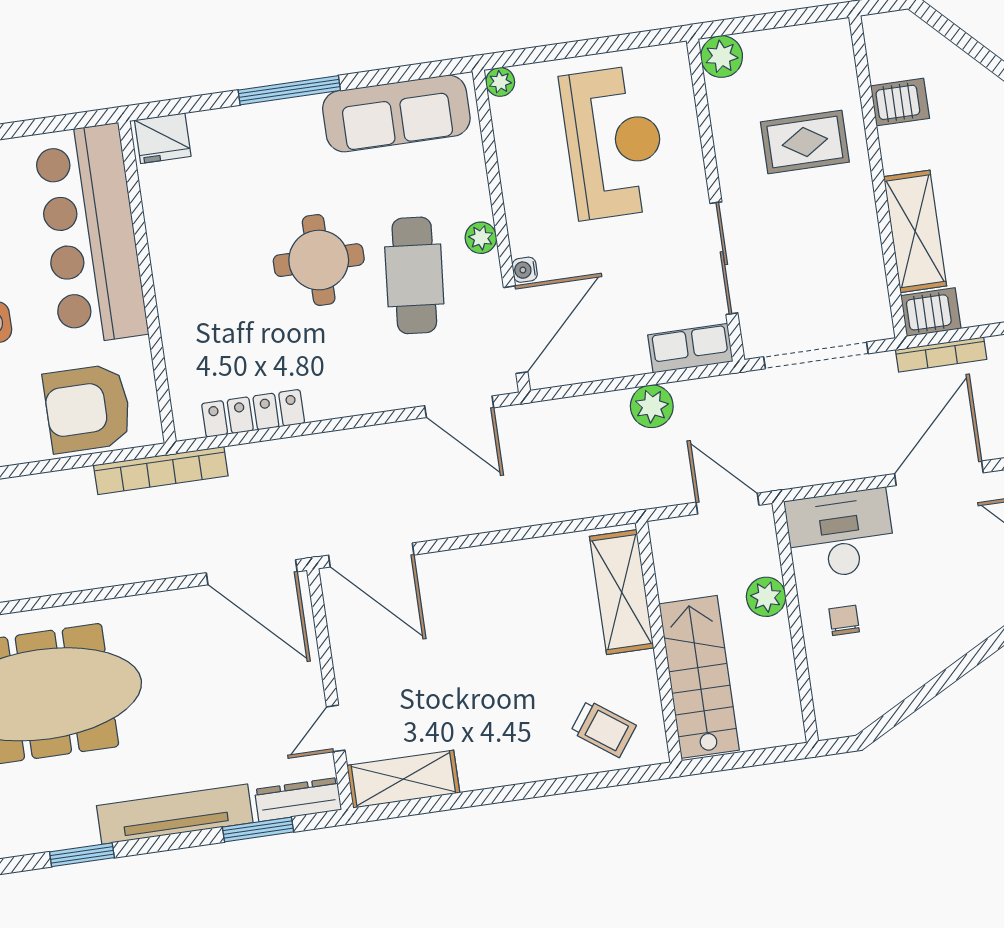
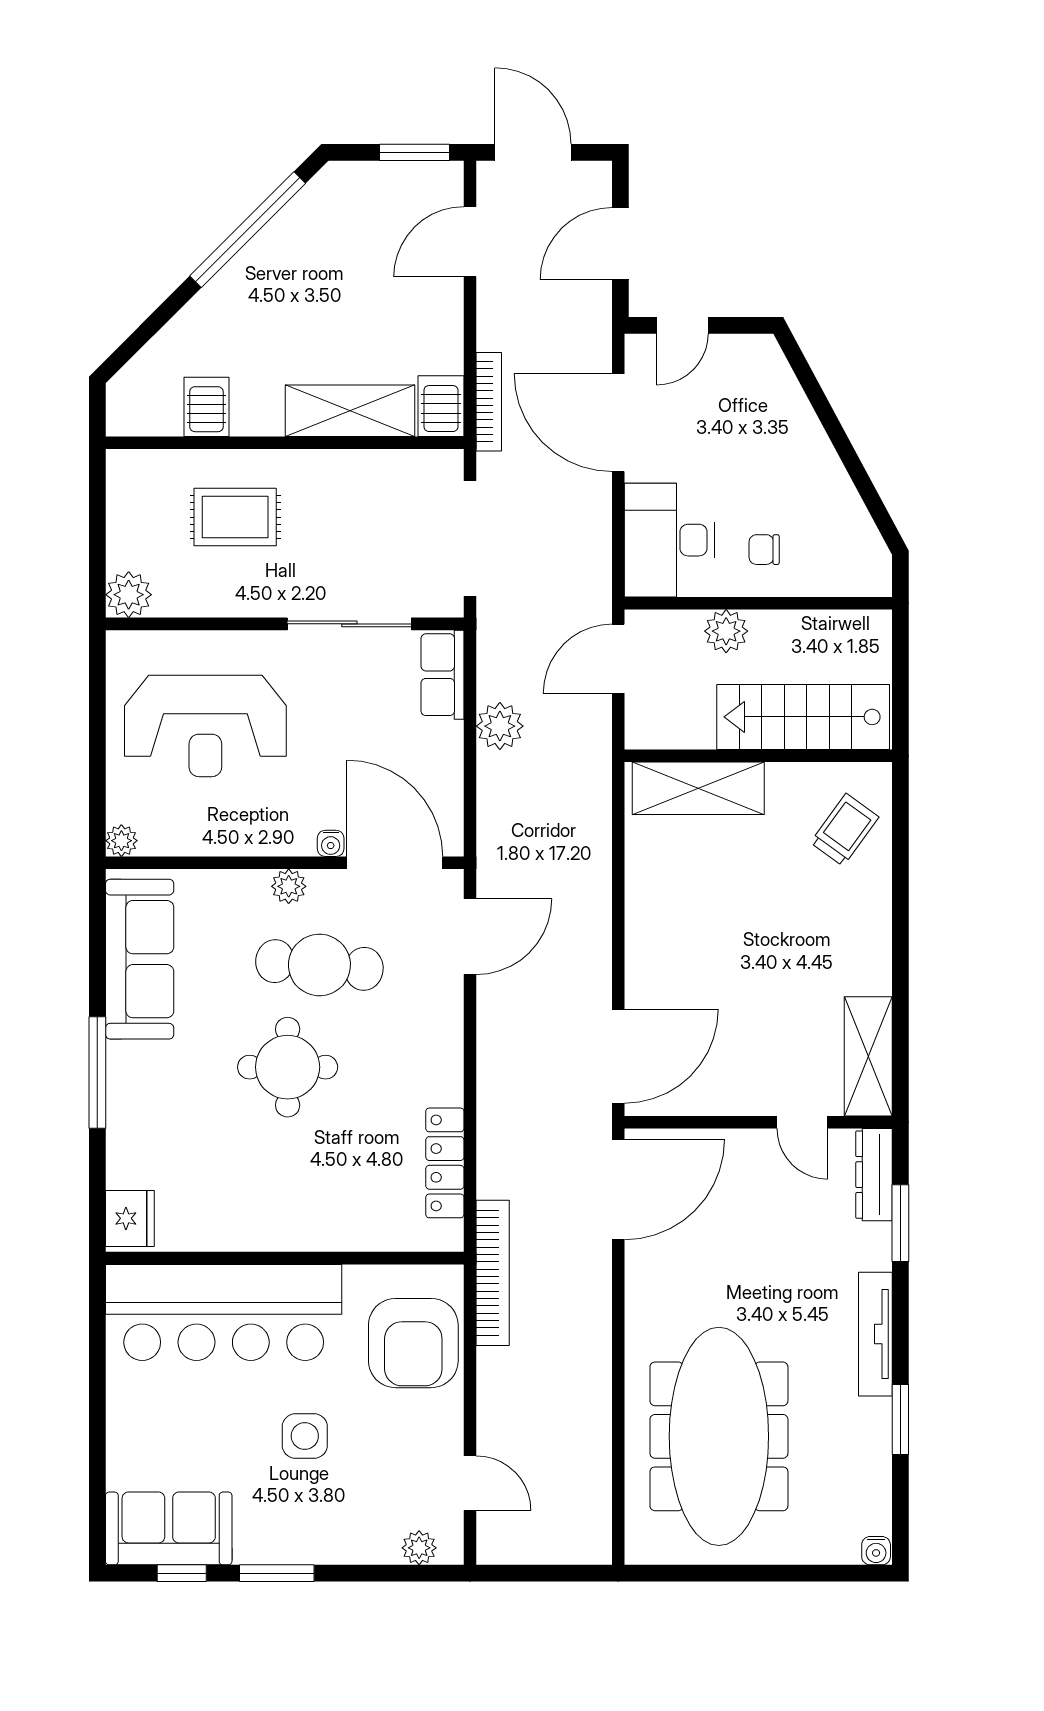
reception desk: (614, 142) -> (205, 726), turned 180
rug: (805, 142) -> (235, 517), turned 90
tv unit: (175, 814) -> (875, 1334), width x0.73, depth x0.78

